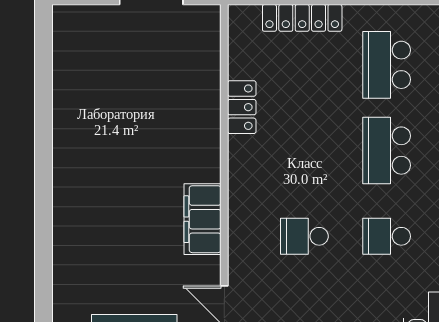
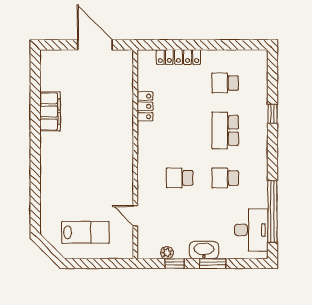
school desk: (387, 65) -> (225, 83), width x0.54
filing cabinet: (203, 219) -> (50, 111), moved, turned 180

